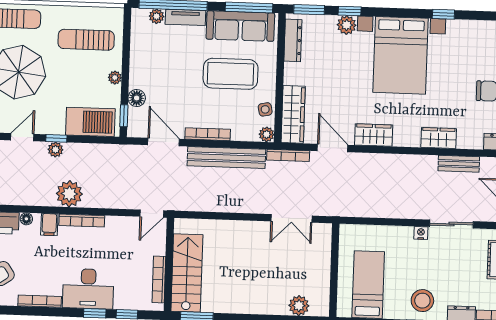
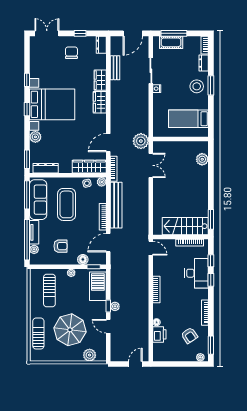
window: (350, 11) -> (27, 109), moved
armchair: (161, 61) -> (61, 246), added
wardrobe: (374, 135) -> (100, 102), moved
plant: (69, 194) -> (141, 141), moved
filing cabinet: (49, 225) -> (159, 308), removed
desk: (88, 289) -> (197, 273), moved

